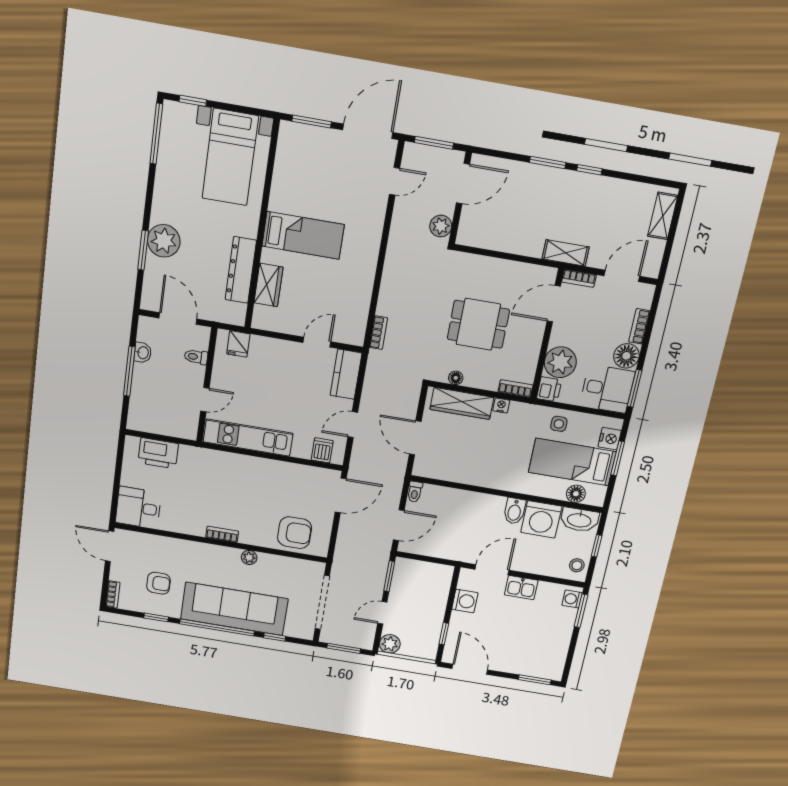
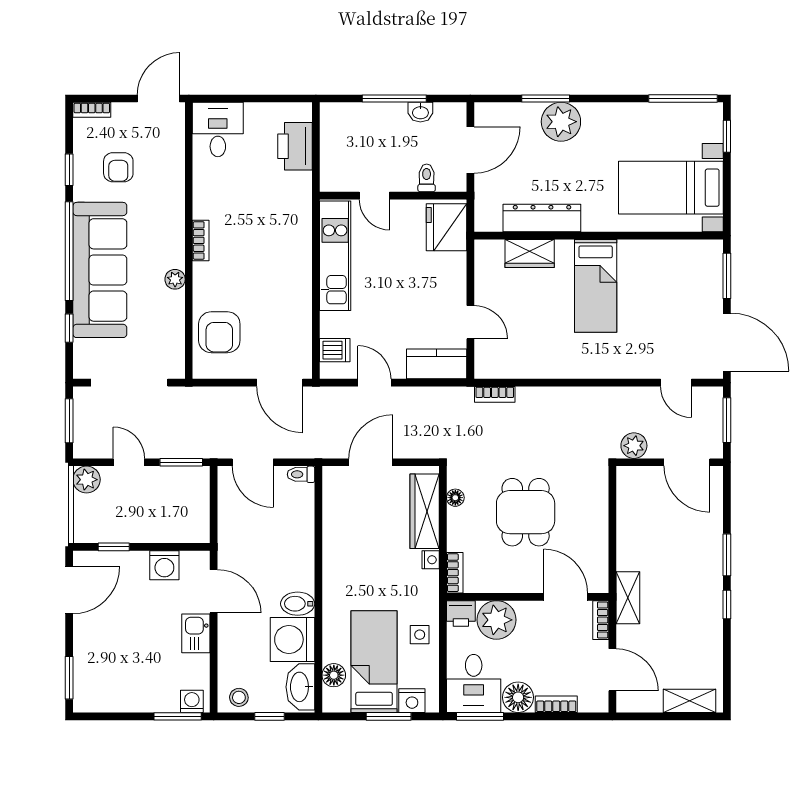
fridge: (238, 344) -> (446, 227), width x1.88, depth x1.34

